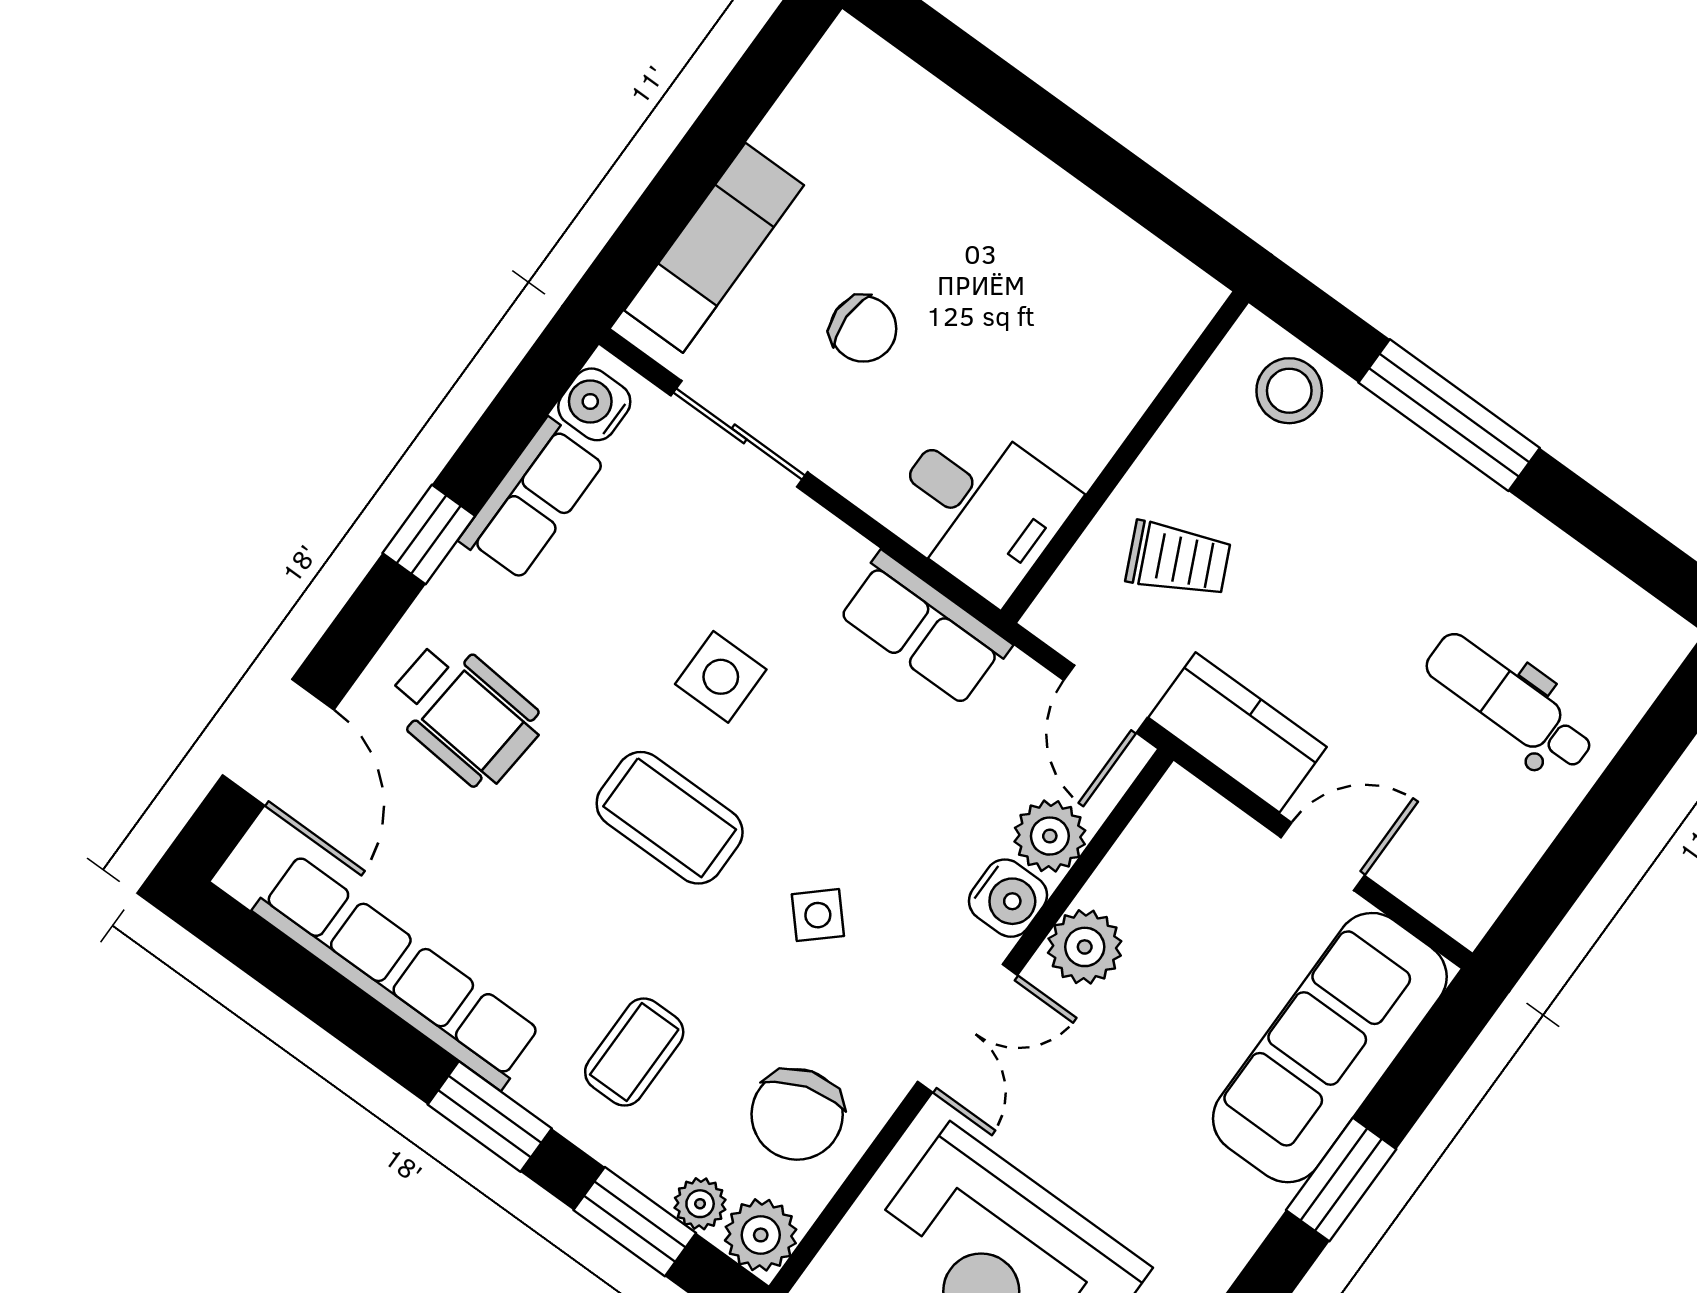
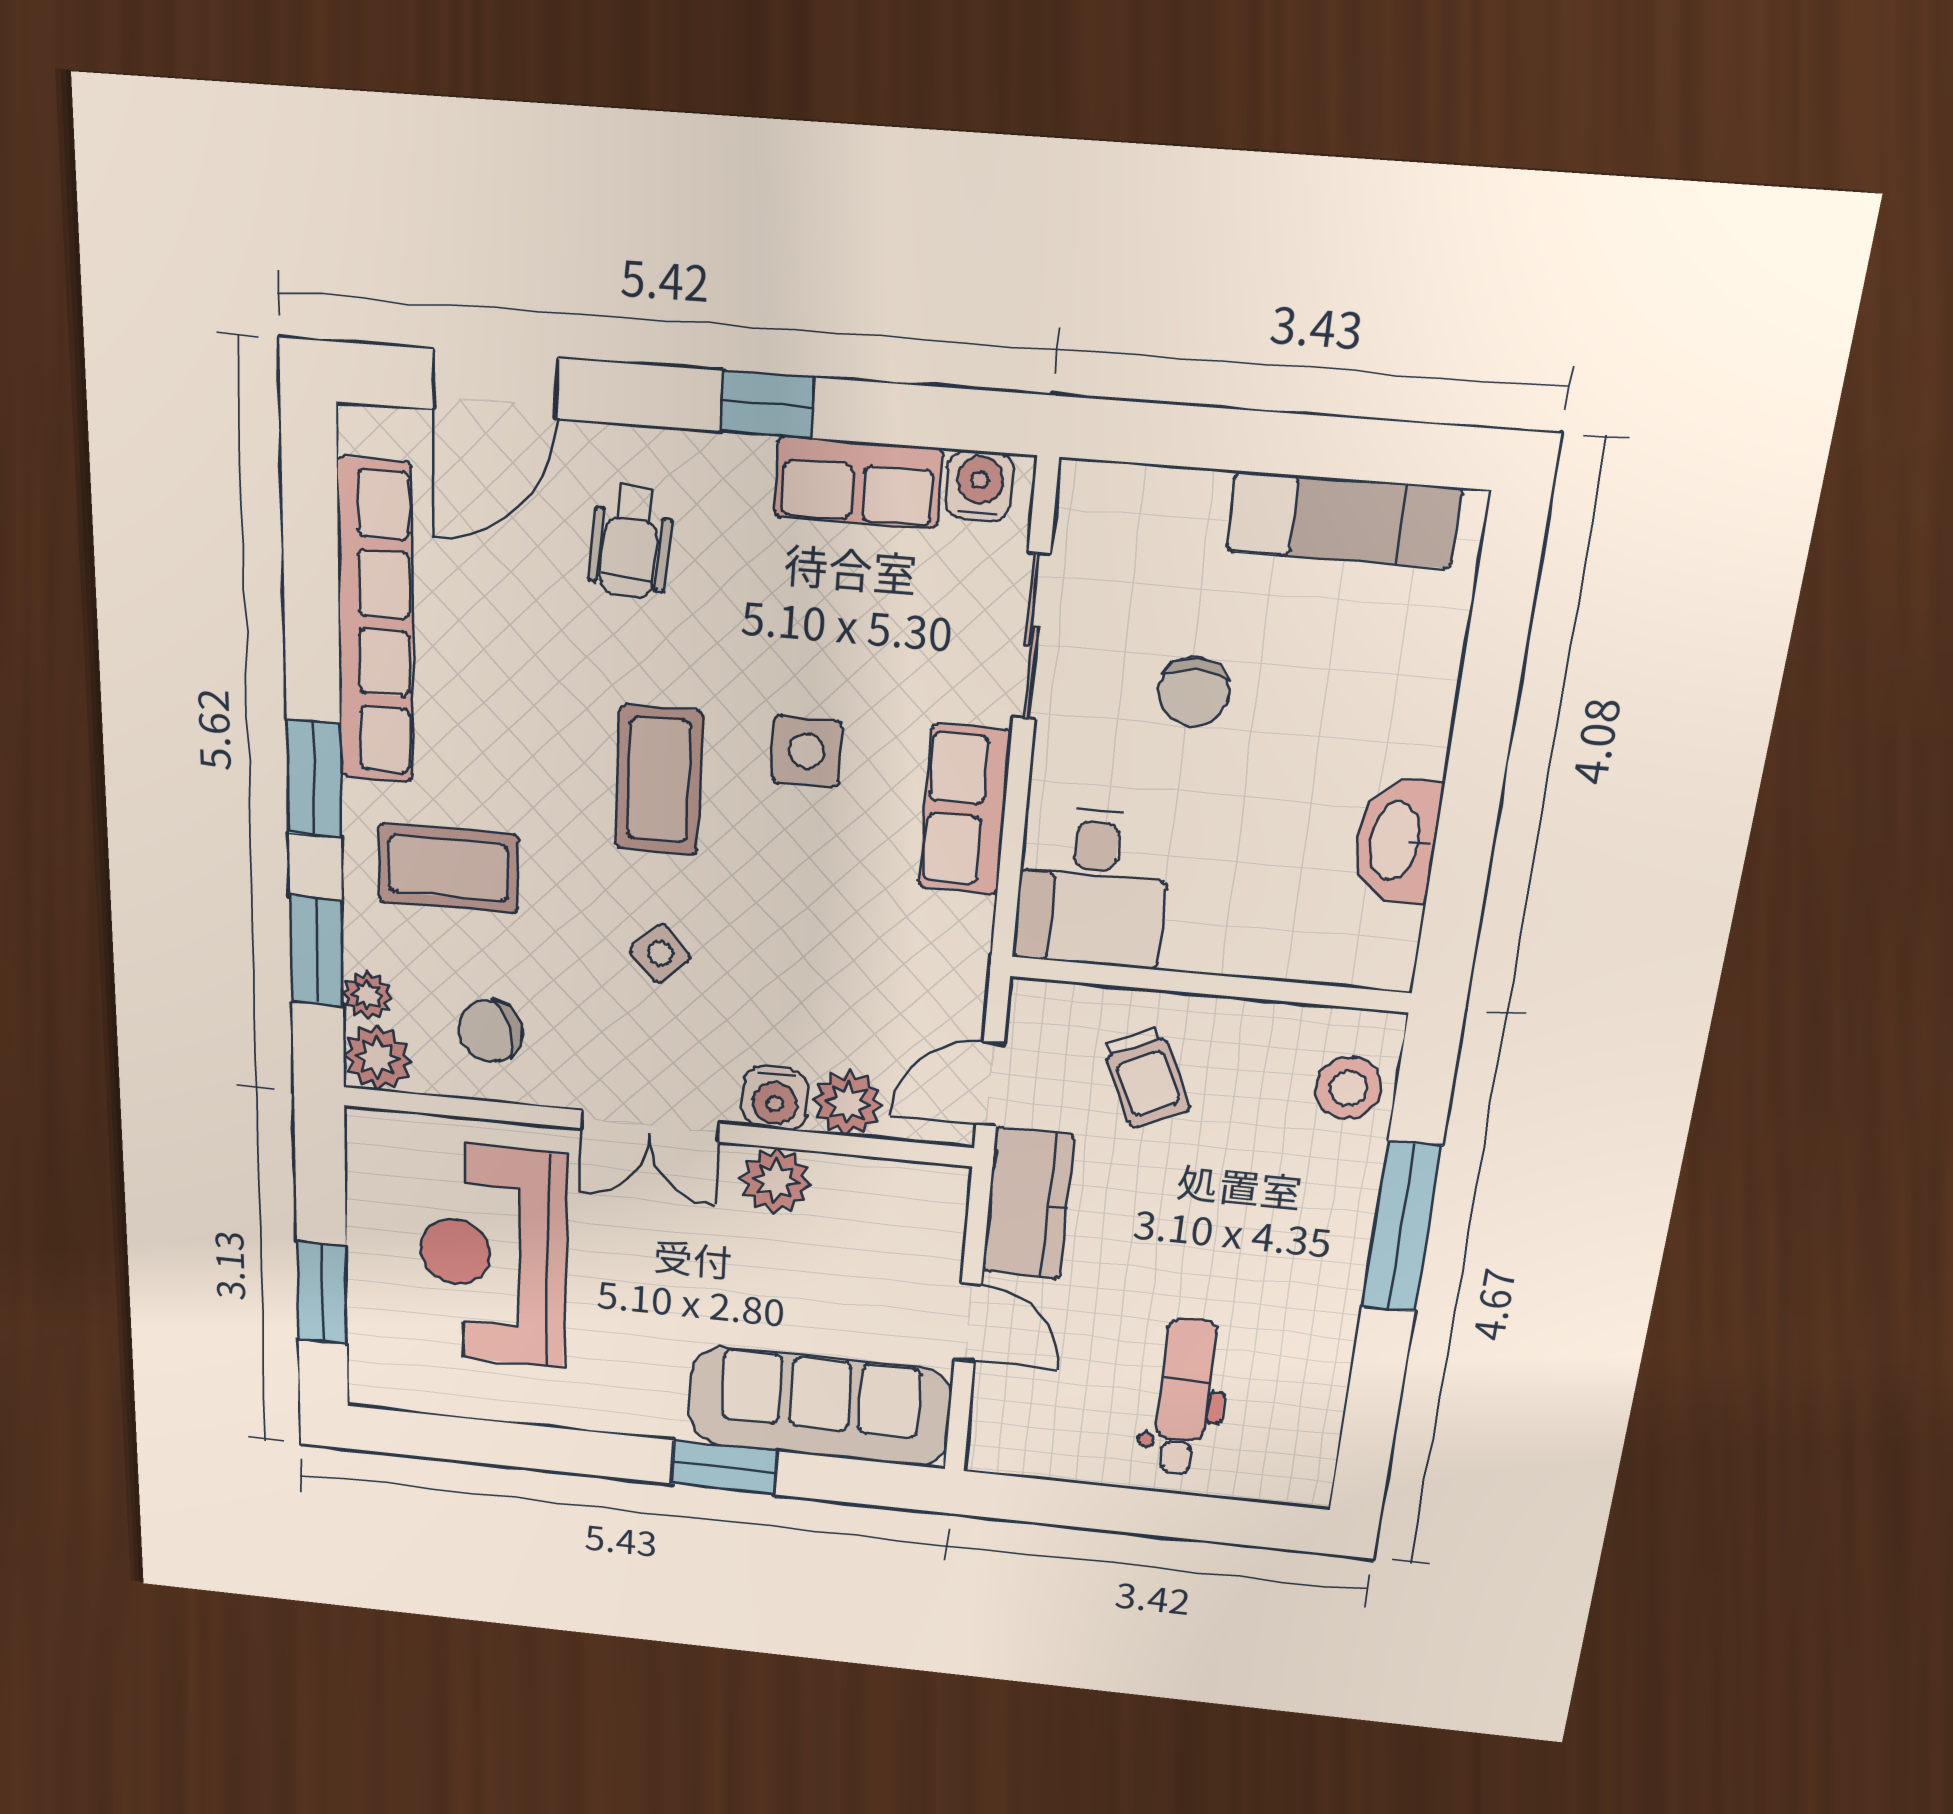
washbasin: (1089, 233) -> (1397, 841), added
exam couch: (714, 248) -> (1344, 520), moved
row of seats: (924, 629) -> (965, 810), moved
wheelchair: (464, 713) -> (631, 541), width x0.73, depth x0.73
coffee table: (634, 1052) -> (448, 868), width x1.36, depth x1.30
chair: (797, 1114) -> (490, 1031), width x0.73, depth x0.73

